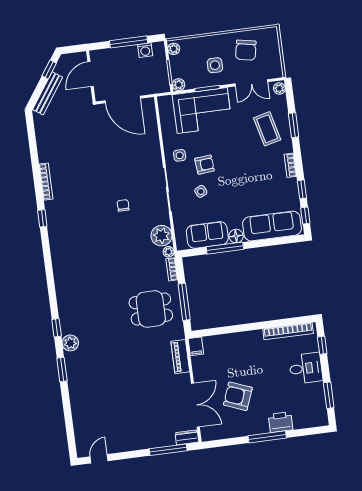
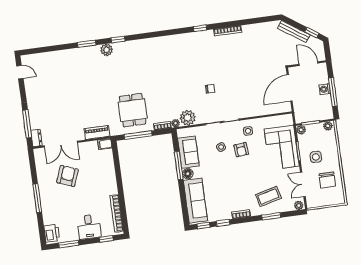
washing machine: (145, 50) -> (325, 89), moved
chair: (246, 50) -> (327, 180), turned -101
printer: (281, 422) -> (52, 233), moved

